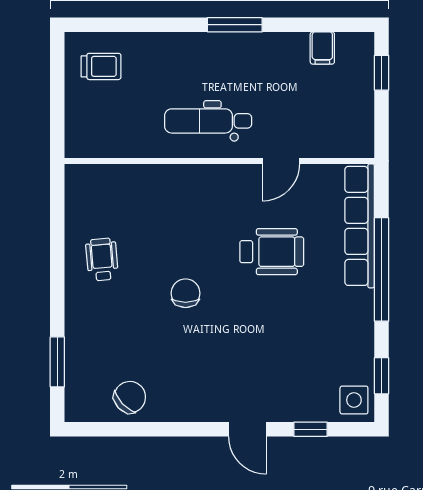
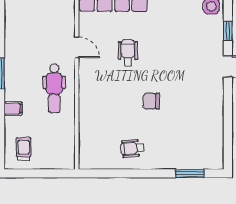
filing cabinet: (322, 48) -> (13, 109), moved
wheelchair: (272, 252) -> (128, 53), width x0.73, depth x0.73
chair: (130, 397) -> (210, 133), removed

